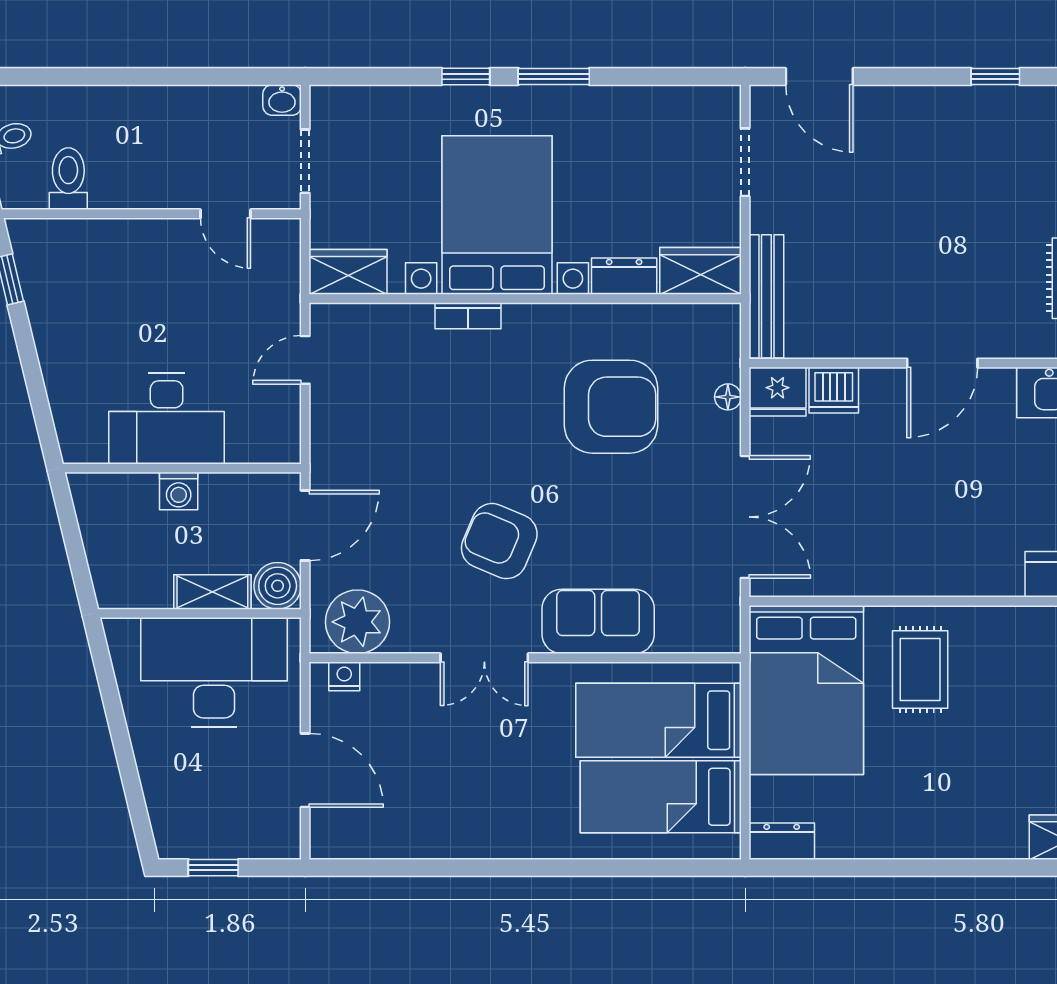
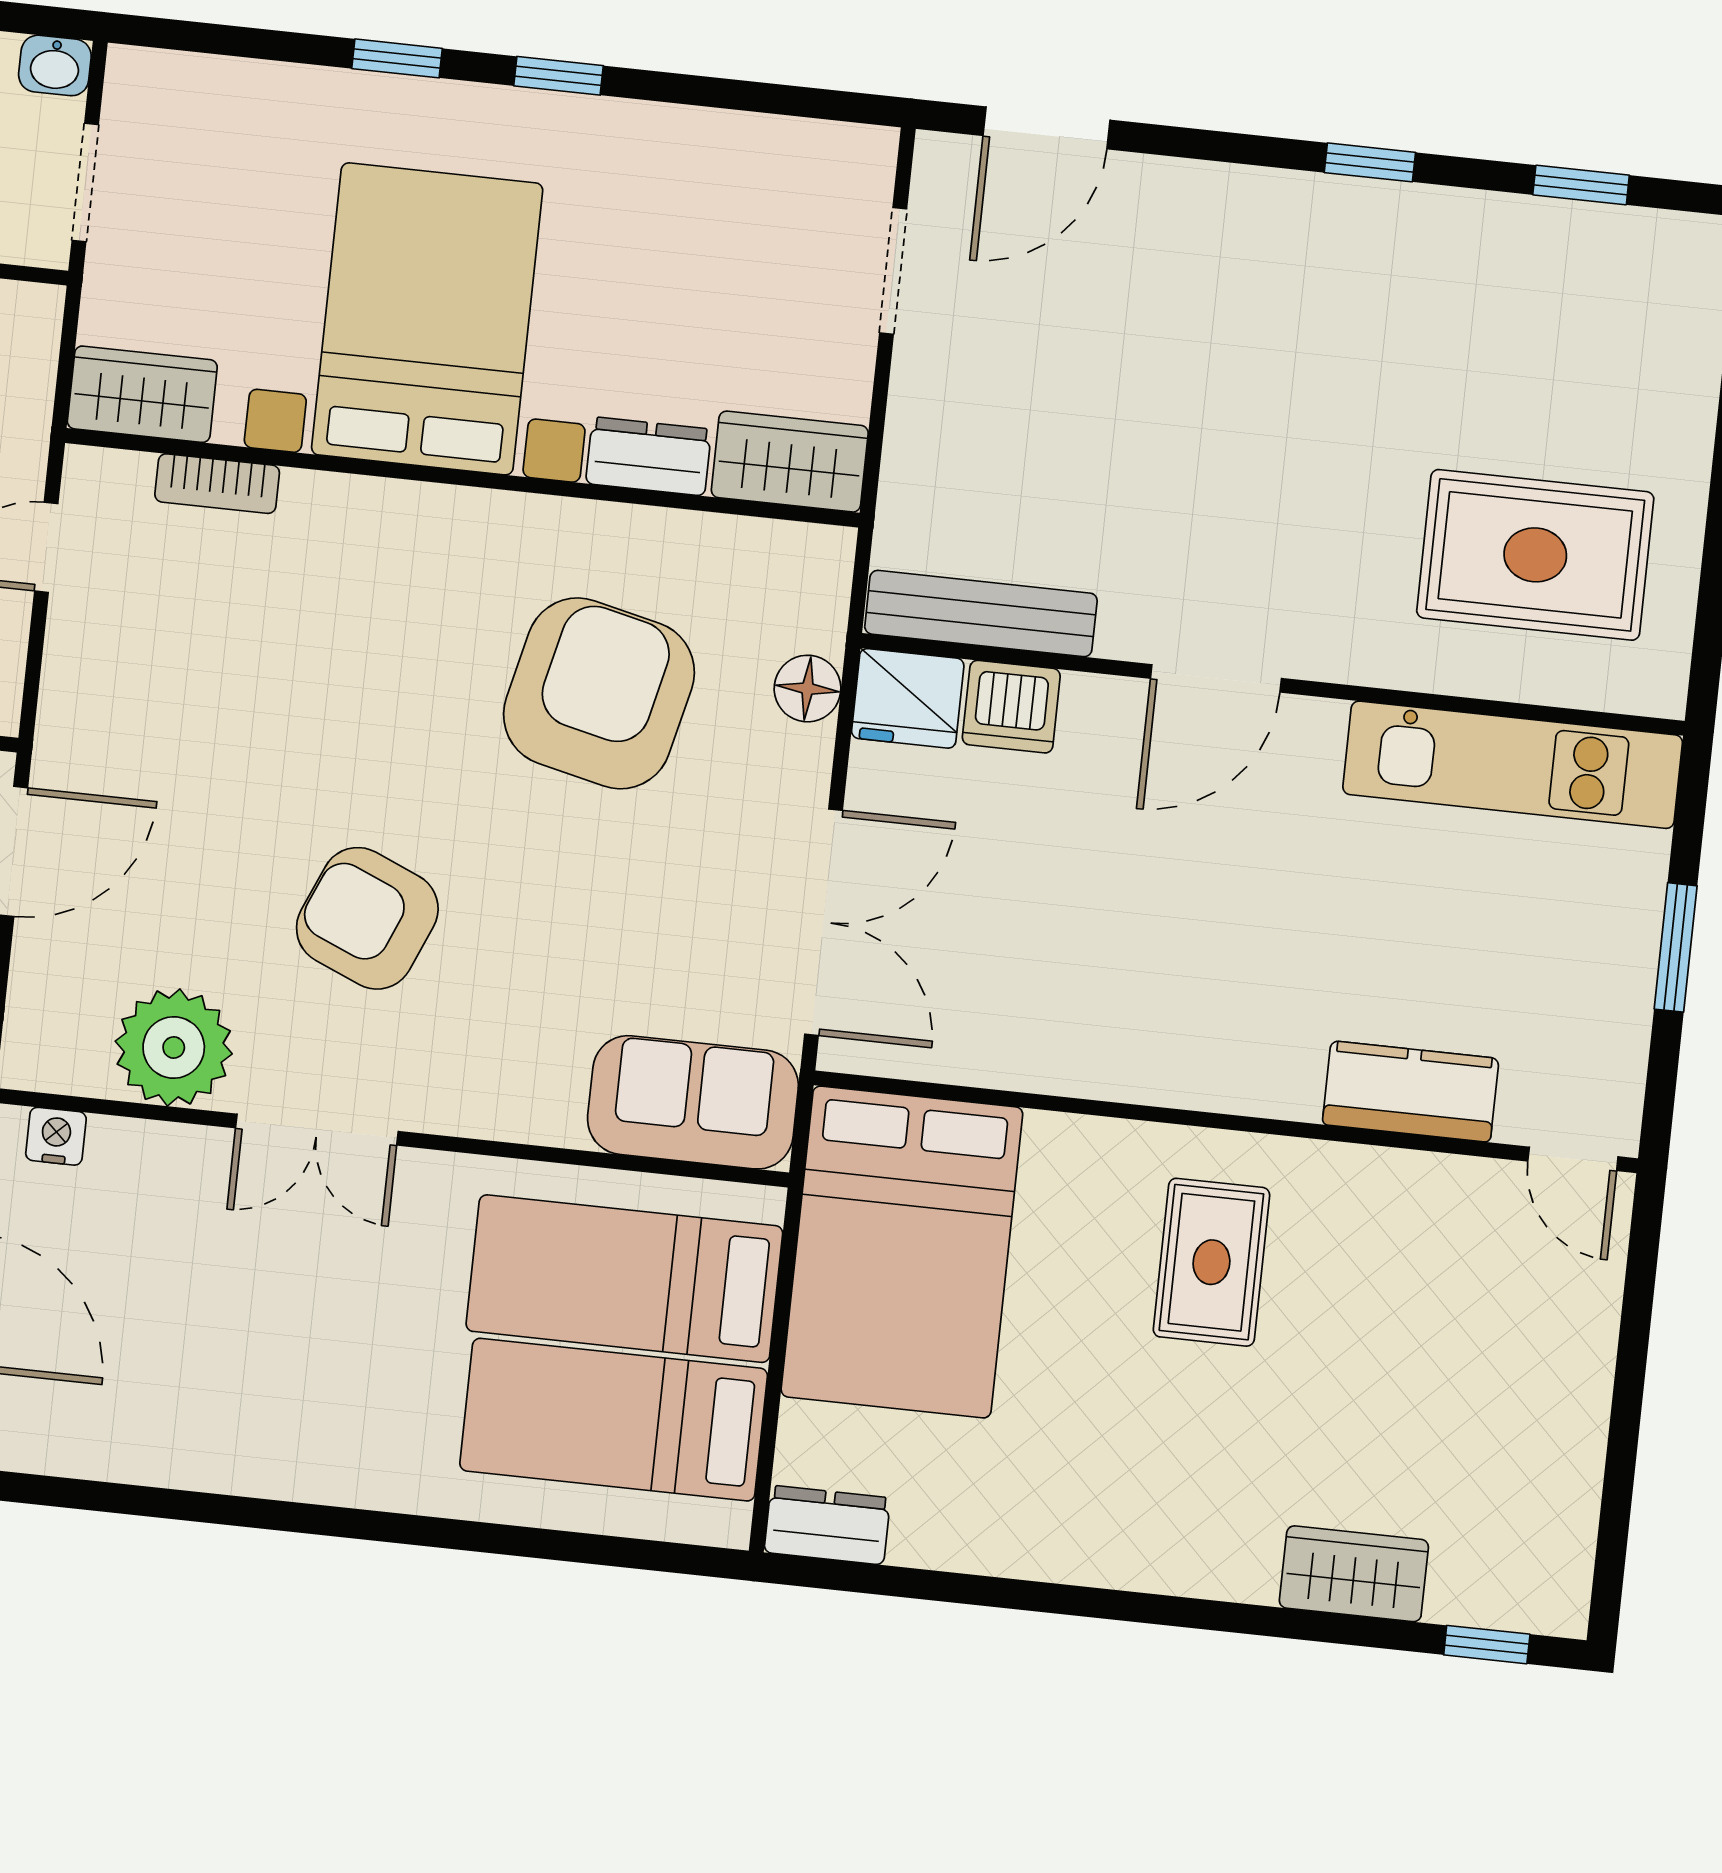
window: (554, 77) -> (559, 76), width x0.67
door: (819, 77) -> (1046, 128), hinge flipped
bench: (766, 296) -> (981, 614), moved, turned 90
bookcase: (468, 316) -> (217, 484), moved
floor lamp: (728, 397) -> (807, 689), width x1.37, depth x1.37
armchair: (611, 407) -> (599, 693), turned -77
sofa: (598, 621) -> (693, 1102), moved
plant: (357, 622) -> (174, 1048), moved
rug: (920, 670) -> (1211, 1262), moved

